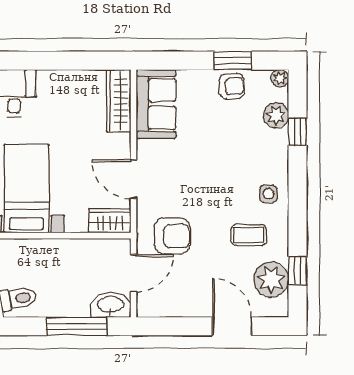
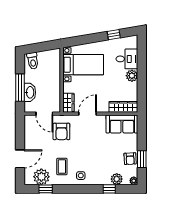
plant: (51, 82) -> (132, 76), added
washbasin: (110, 305) -> (30, 92), moved

